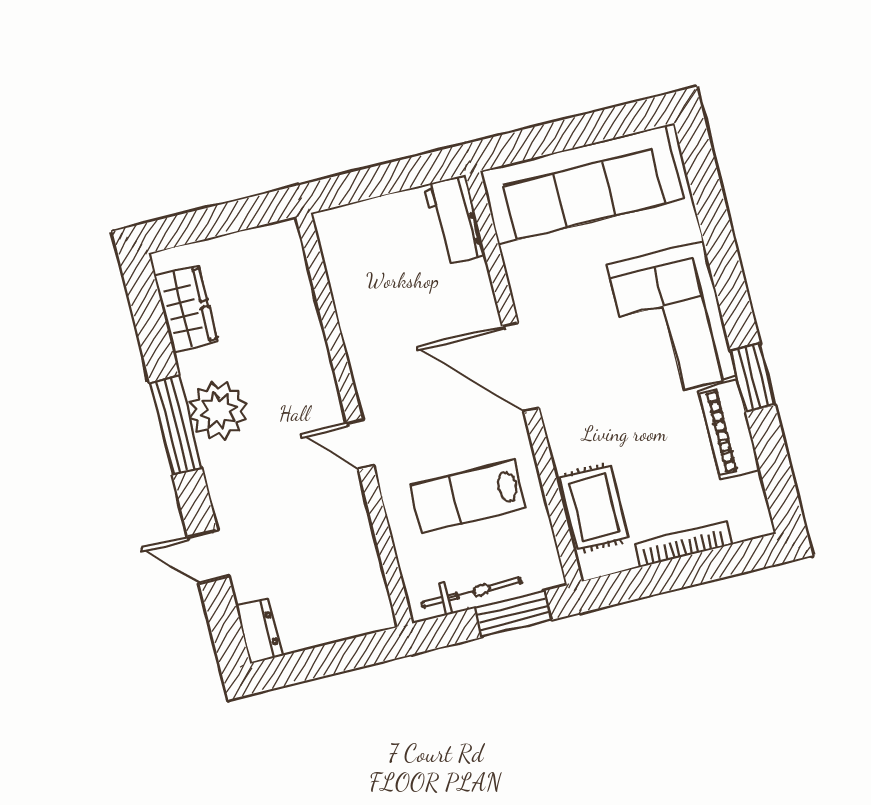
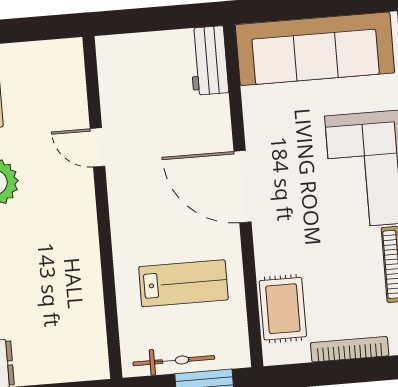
door: (360, 444) -> (97, 147), moved
lab bench: (468, 496) -> (183, 283), turned 180

